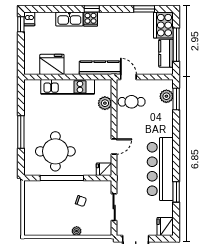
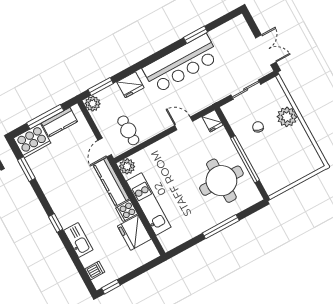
dishwasher: (29, 19) -> (95, 271), moved
cooker: (91, 19) -> (127, 211), moved, turned 180
plant: (166, 96) -> (93, 104), moved
plant: (105, 103) -> (127, 166), moved
fridge: (165, 226) -> (130, 85), moved
plant: (77, 231) -> (287, 117), width x1.88, depth x1.88

